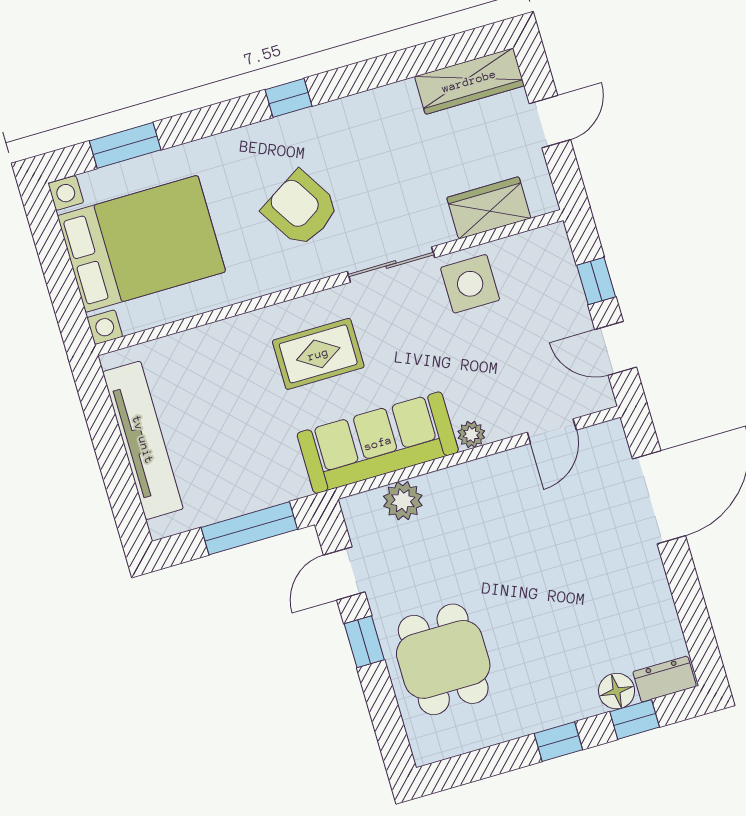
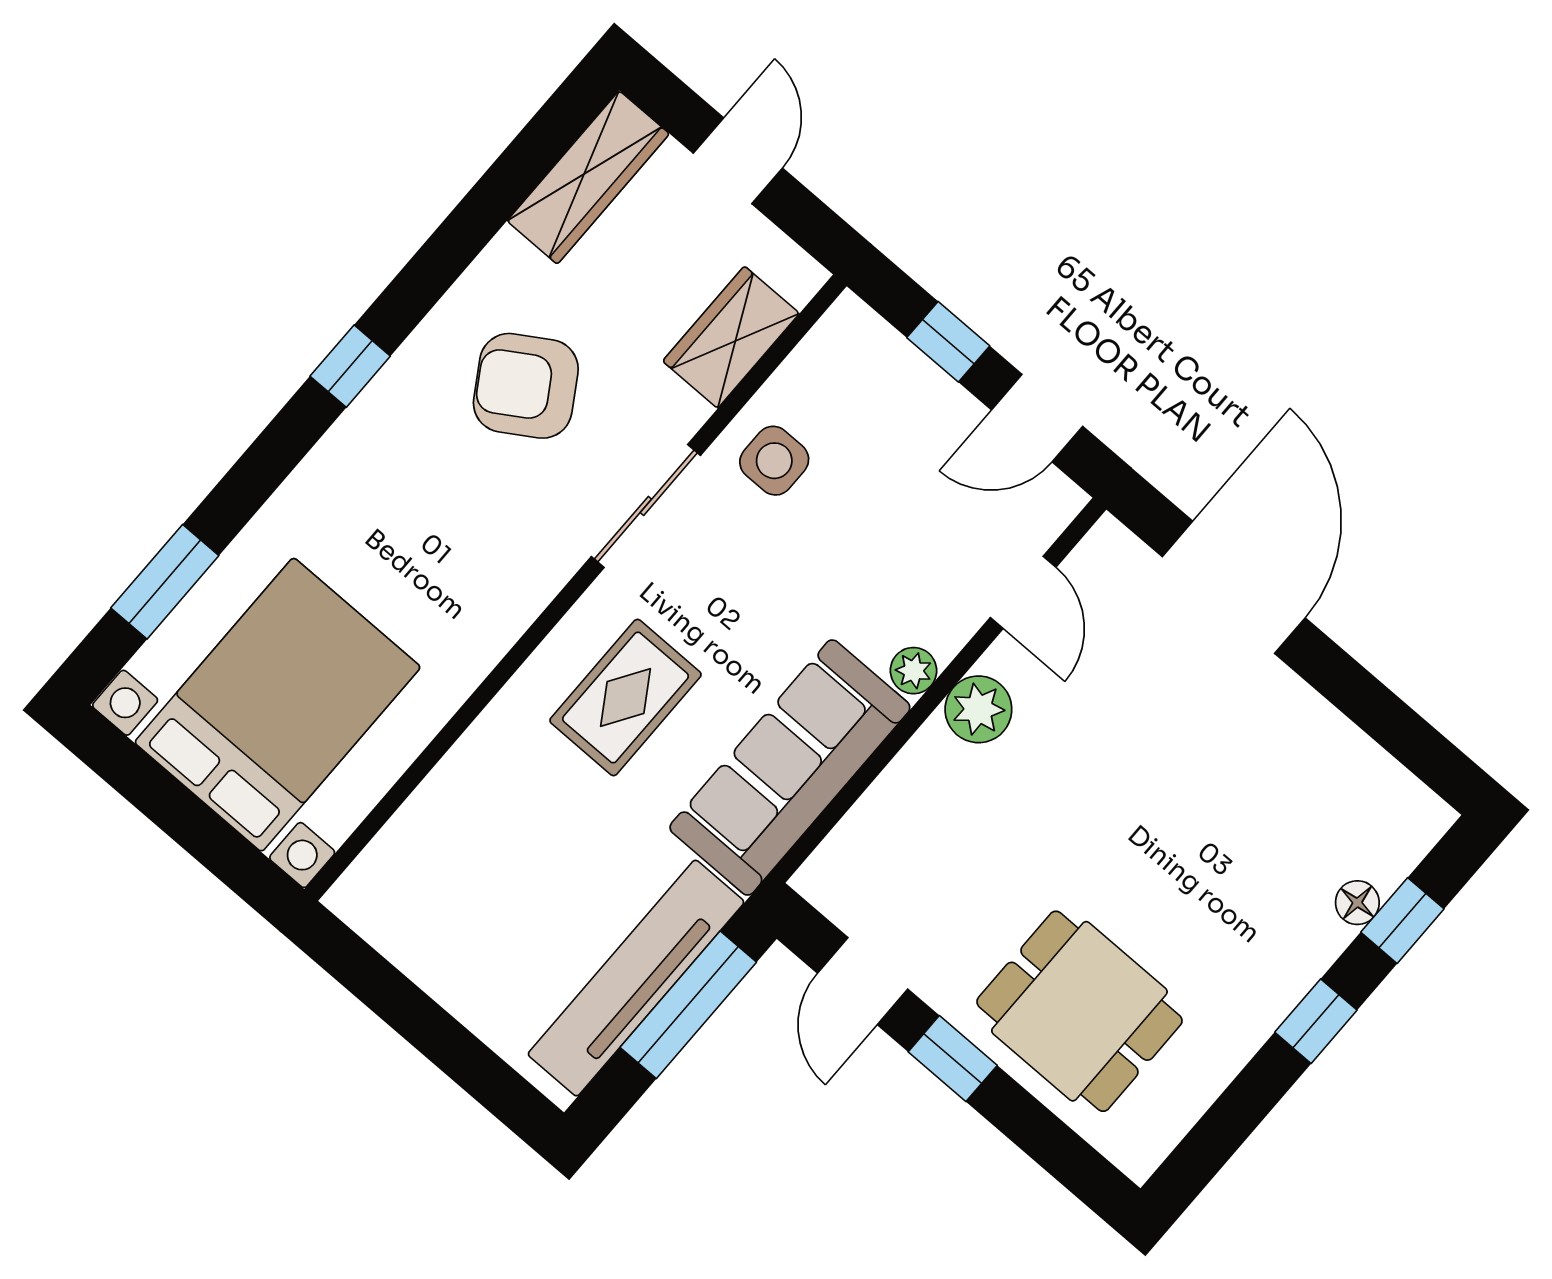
armchair: (301, 209) -> (526, 386), moved
side table: (470, 284) -> (774, 461), width x0.73, depth x0.73
tv unit: (143, 440) -> (636, 978), moved, turned -90
plant: (403, 501) -> (978, 709), moved
dresser: (665, 679) -> (1407, 837), removed
floor lamp: (617, 691) -> (1357, 903), width x0.73, depth x0.73

